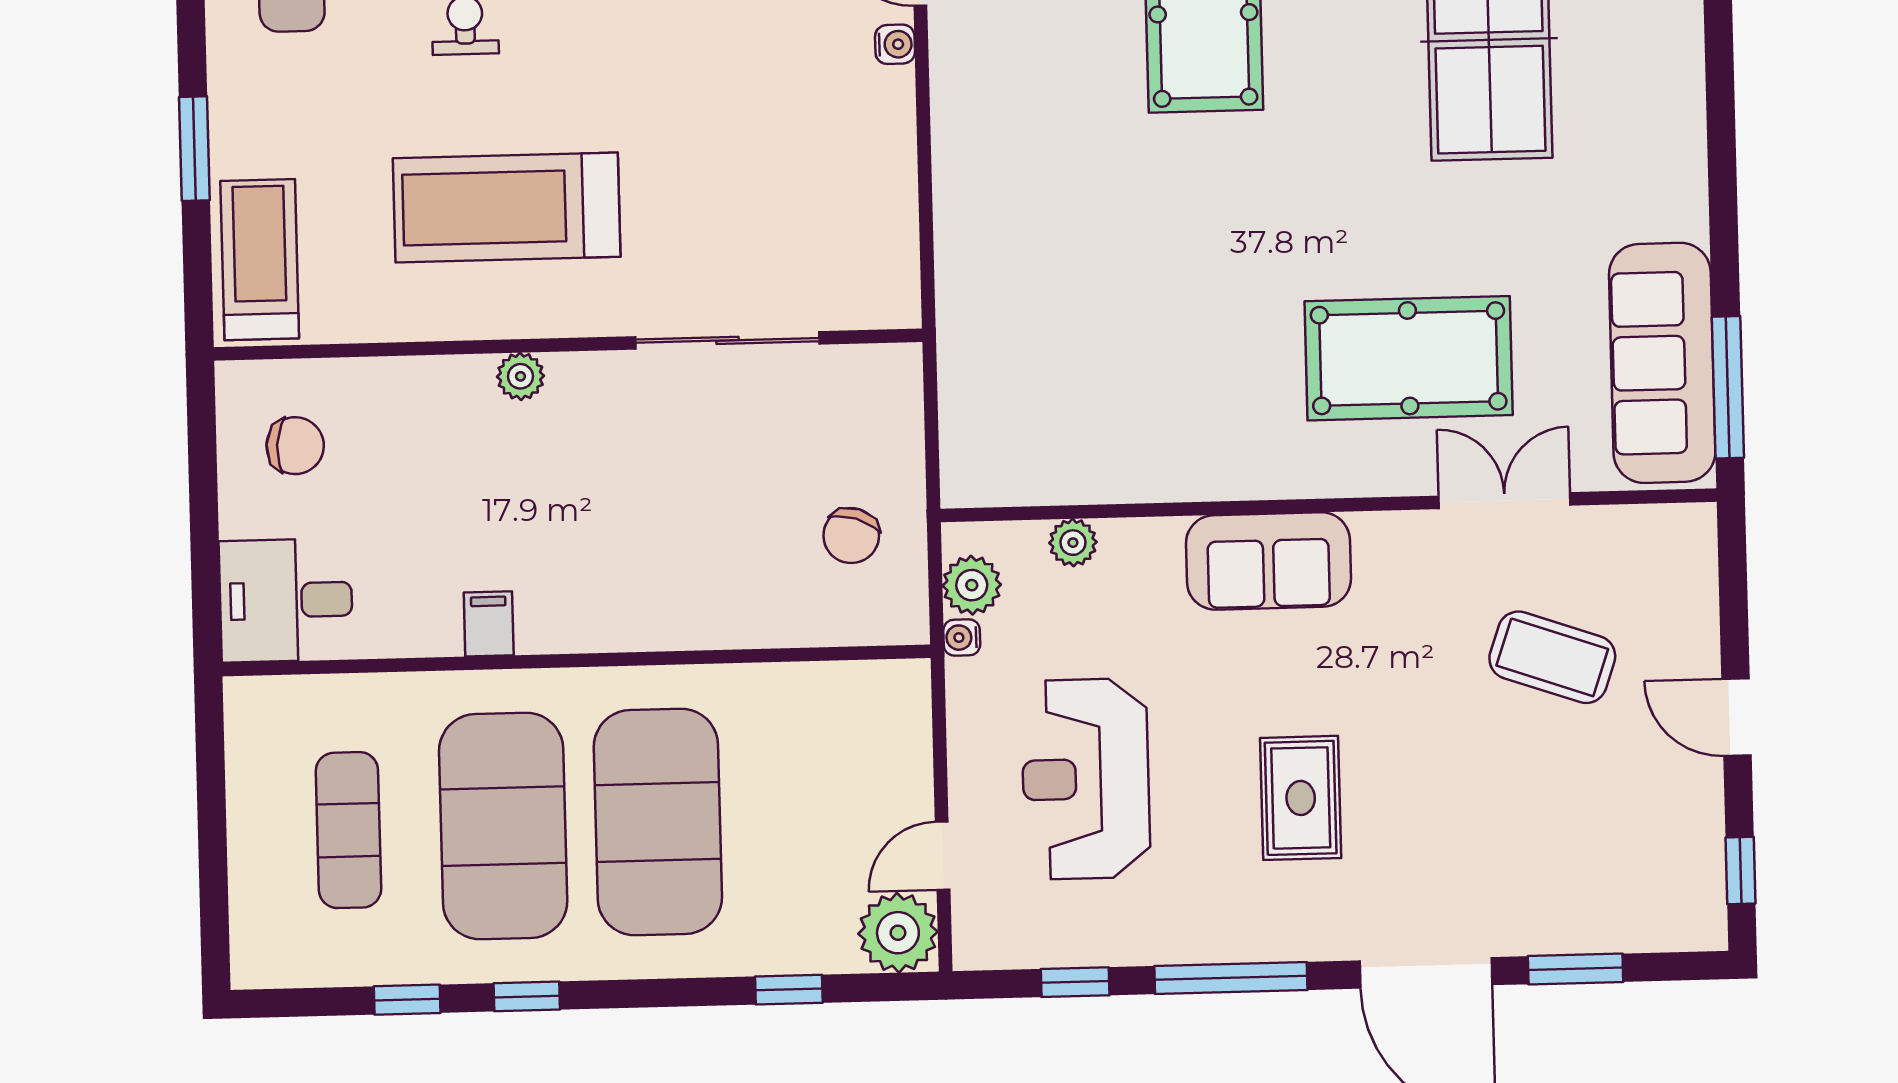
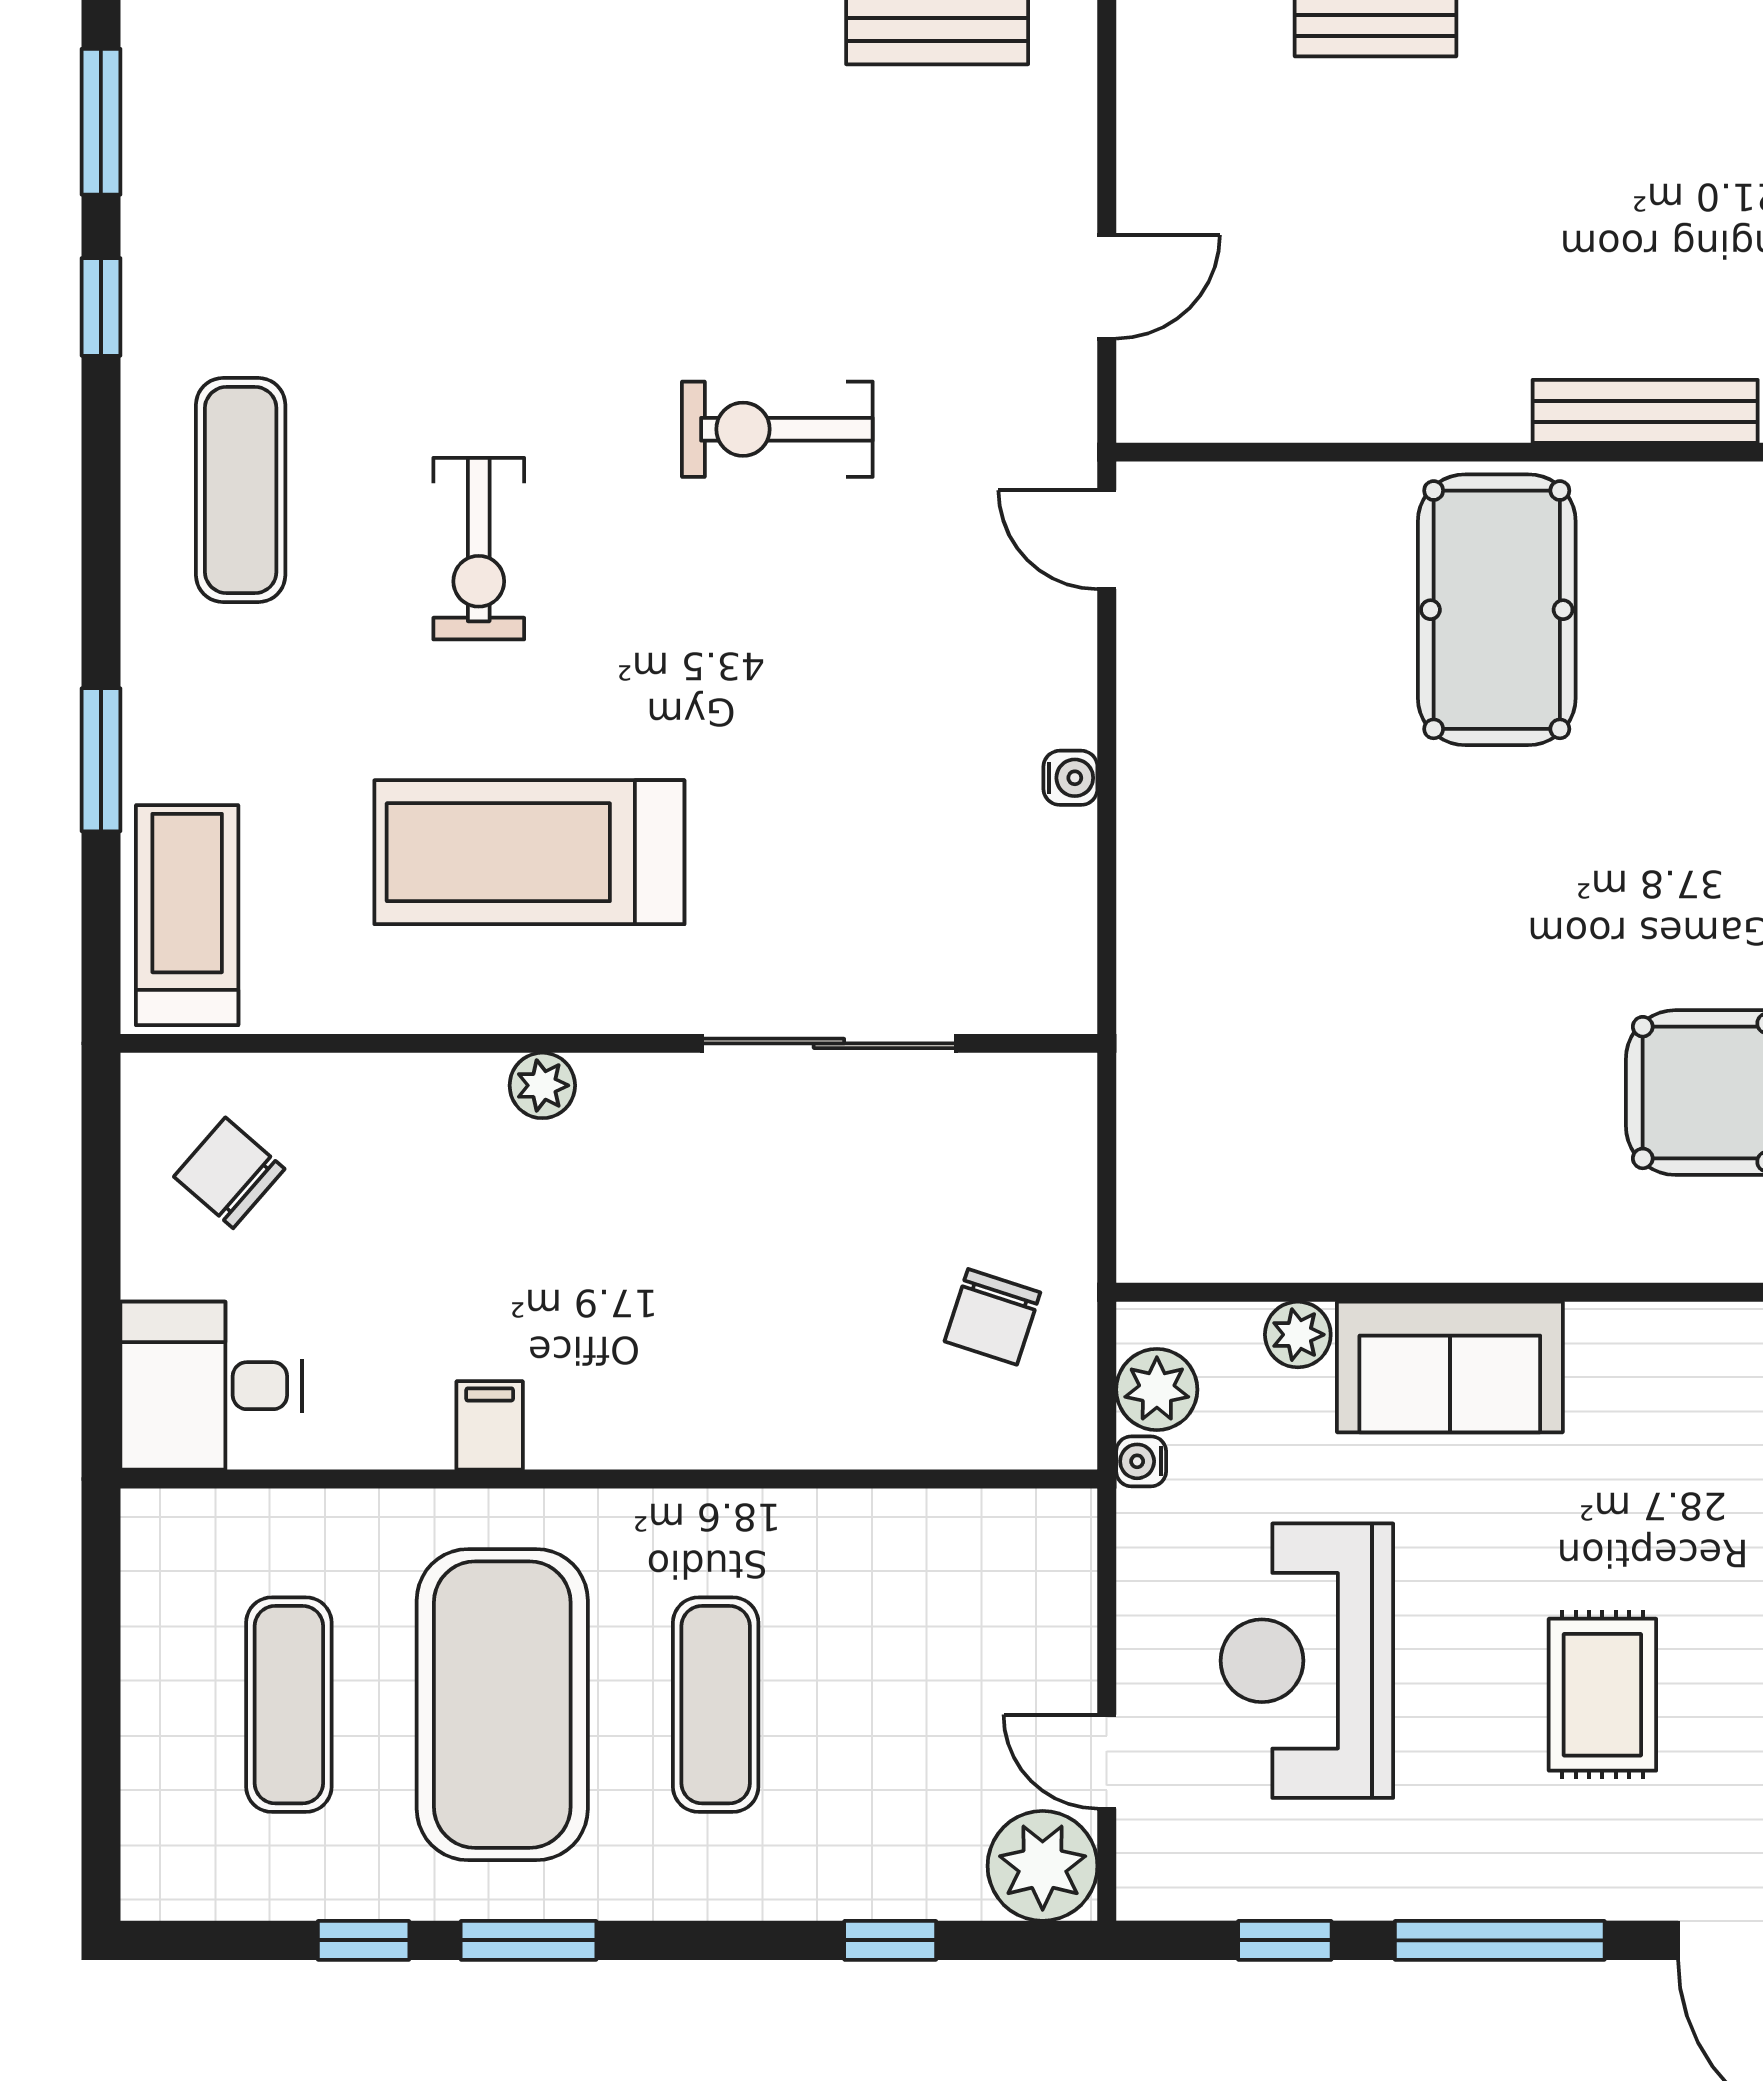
water cooler: (895, 44) -> (1070, 778), moved
chair: (295, 446) -> (229, 1173), turned -143
sofa: (1268, 561) -> (1450, 1367), moved
exercise mat: (658, 822) -> (716, 1705), width x0.50, depth x0.69
door: (943, 856) -> (1107, 1762), hinge flipped
window: (527, 996) -> (529, 1940), width x1.50

